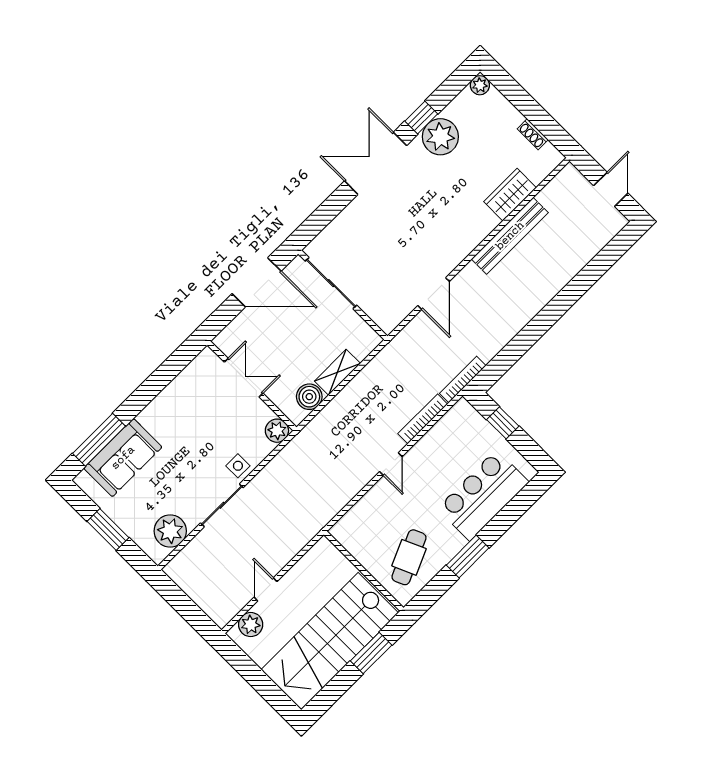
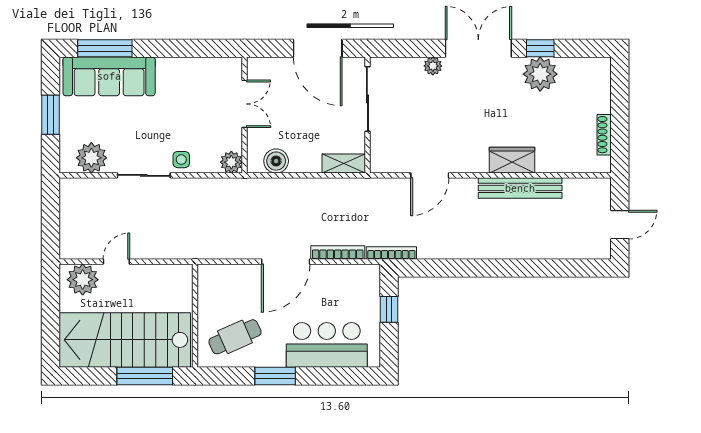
plant: (480, 85) -> (433, 66), moved
shoe rack: (533, 134) -> (604, 135), width x1.43
wardrobe: (510, 195) -> (512, 160), moved
shelving: (337, 372) -> (344, 164), moved
sofa: (123, 458) -> (109, 76), width x1.36
door: (391, 464) -> (286, 262), width x1.88
plant: (251, 625) -> (83, 280), width x1.36, depth x1.36
window: (371, 653) -> (145, 376), width x1.44

